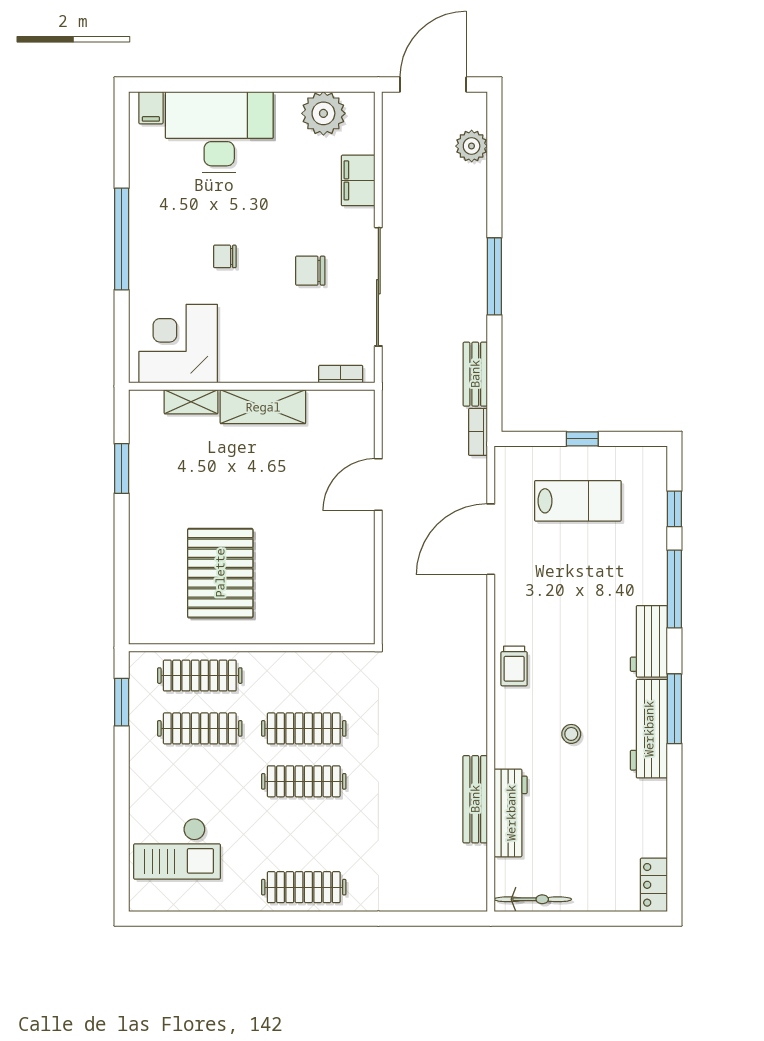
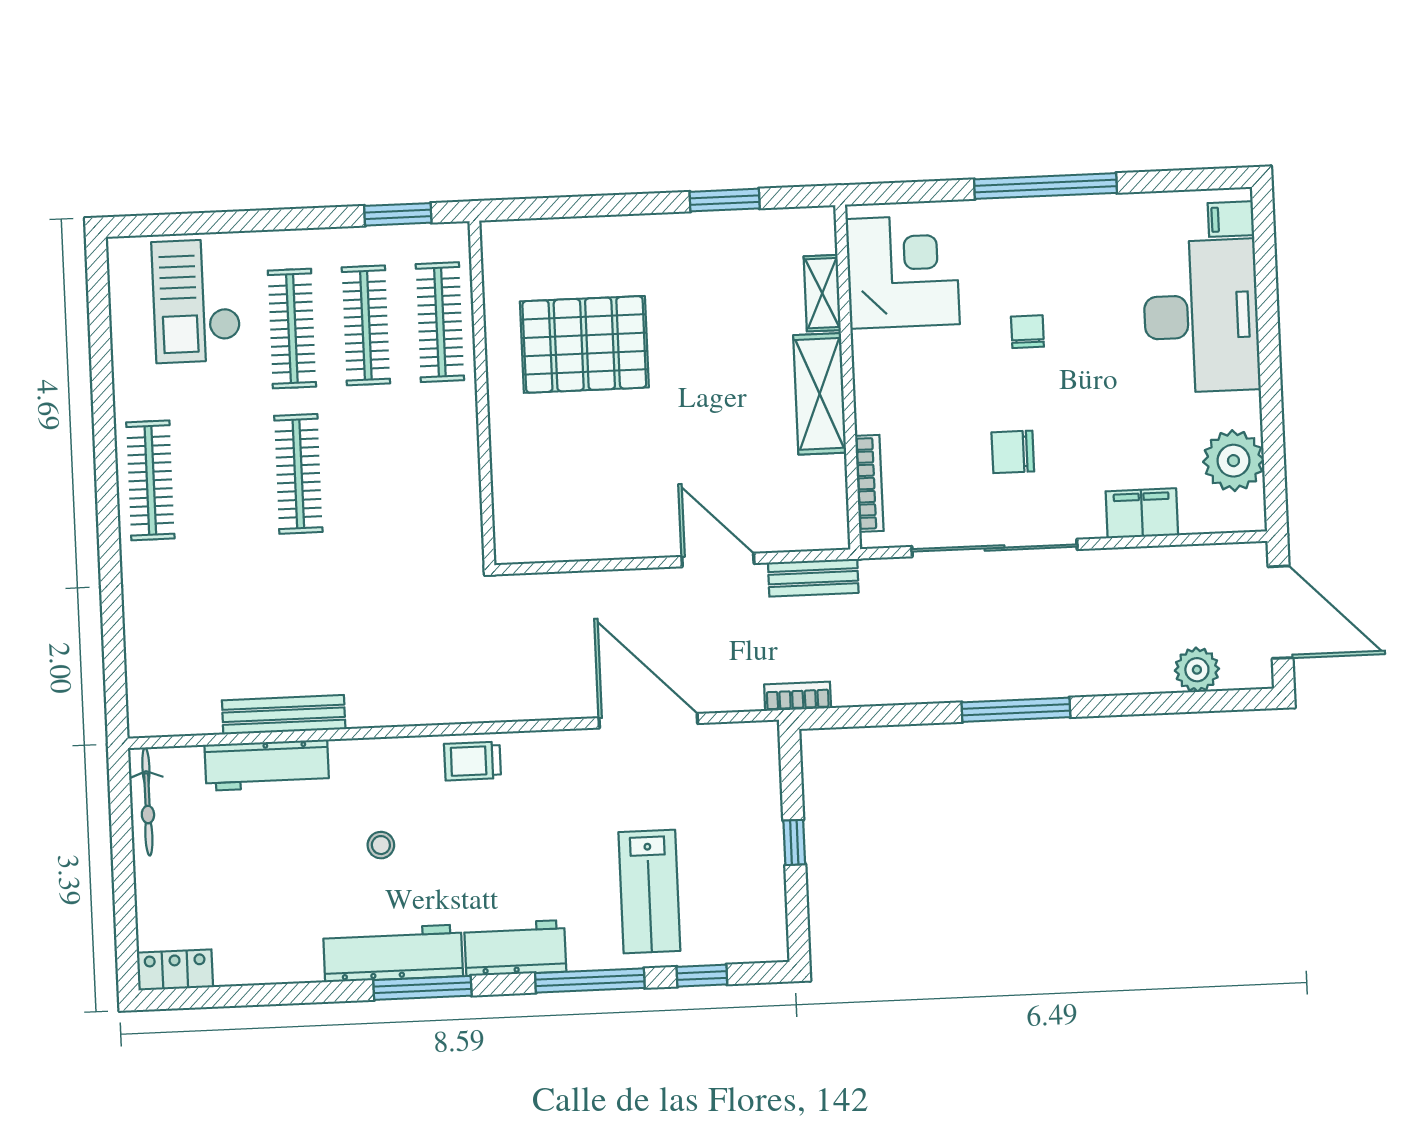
chair: (310, 271) -> (1013, 452), turned -90
bookcase: (341, 374) -> (869, 483), width x1.56
bench: (475, 374) -> (813, 578), moved
lab bench: (578, 501) -> (649, 892), moved
clothes rail: (304, 728) -> (292, 329), moved

